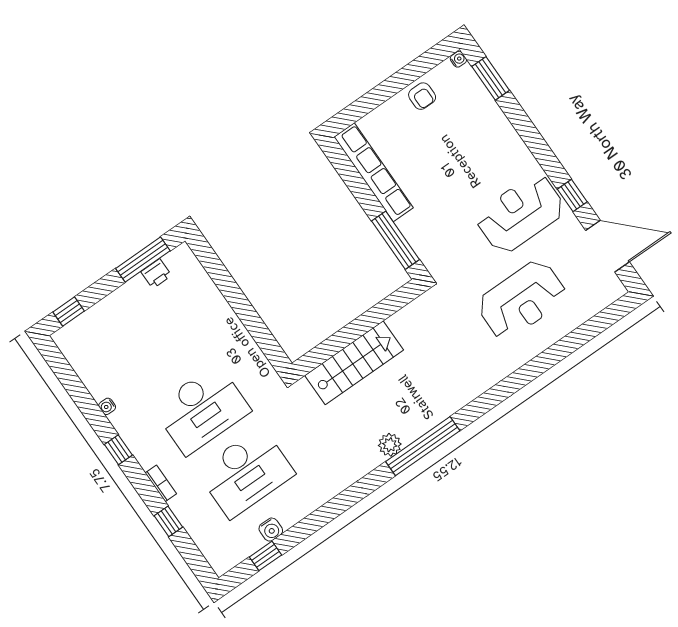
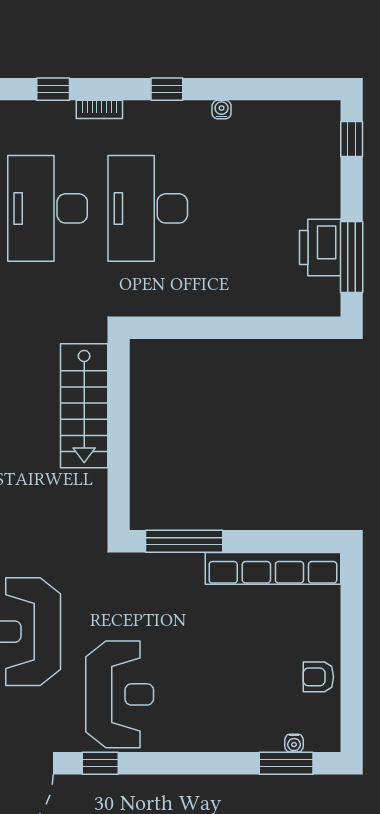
water cooler: (458, 59) -> (294, 743), moved
printer: (156, 274) -> (320, 248), width x1.87, depth x1.48

